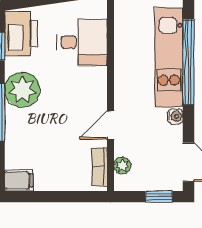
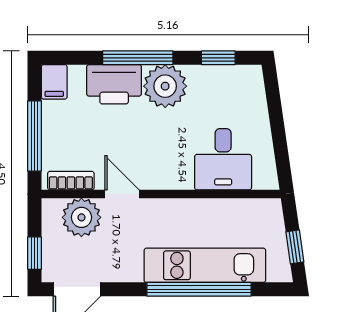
printer: (21, 34) -> (114, 84), moved
water cooler: (175, 116) -> (133, 273), removed
plant: (122, 166) -> (81, 217), width x1.88, depth x1.88
window: (63, 197) -> (34, 136), added

